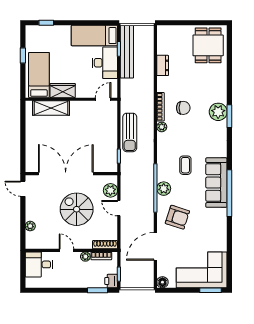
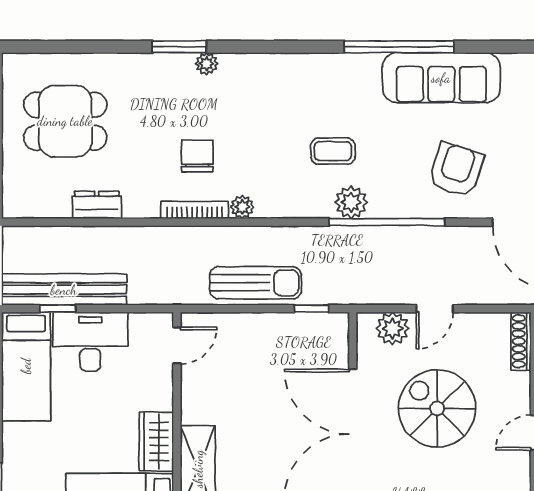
dining table: (208, 45) -> (65, 121), moved
door: (103, 99) -> (177, 346), swing flipped
plant: (218, 112) -> (207, 64), width x0.53, depth x0.53
window: (229, 116) -> (179, 47), moved
sofa: (216, 183) -> (441, 78), moved
plant: (164, 189) -> (351, 202), moved
spiral stairs: (77, 209) -> (437, 408), turned 90

